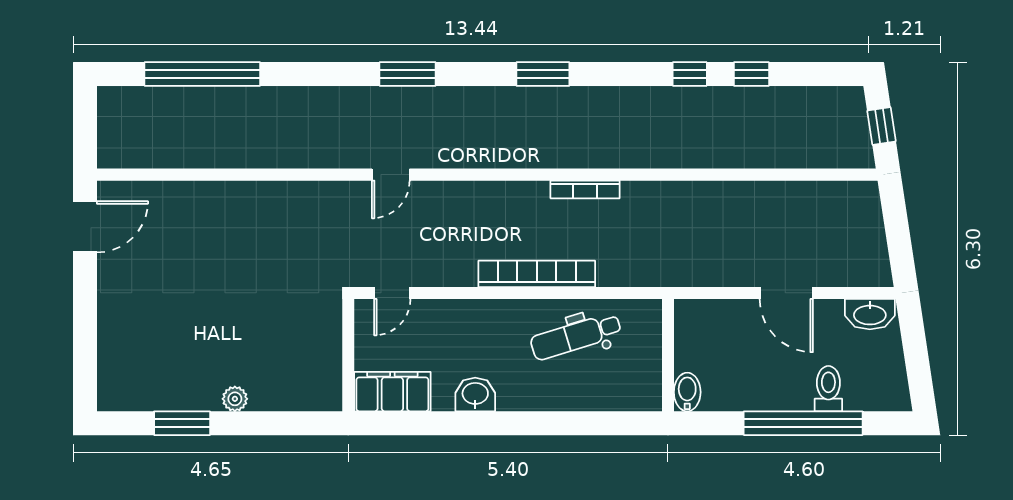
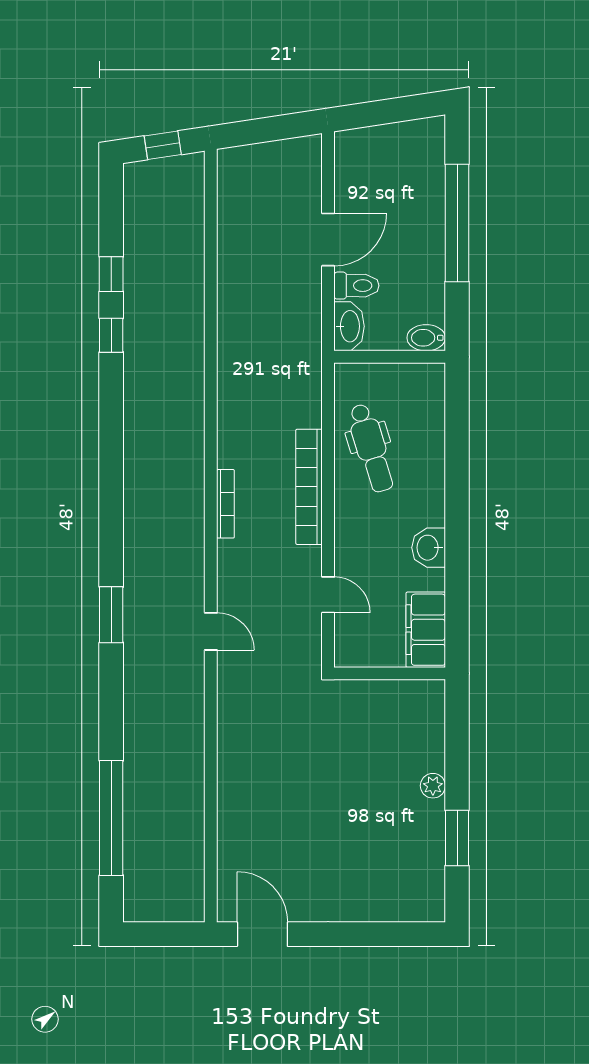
window: (543, 74) -> (111, 481), removed
bookcase: (585, 189) -> (225, 504), moved
door: (392, 293) -> (328, 595), moved
washbasin: (870, 314) -> (349, 326), moved
toilet: (828, 389) -> (356, 286), moved, turned 180

